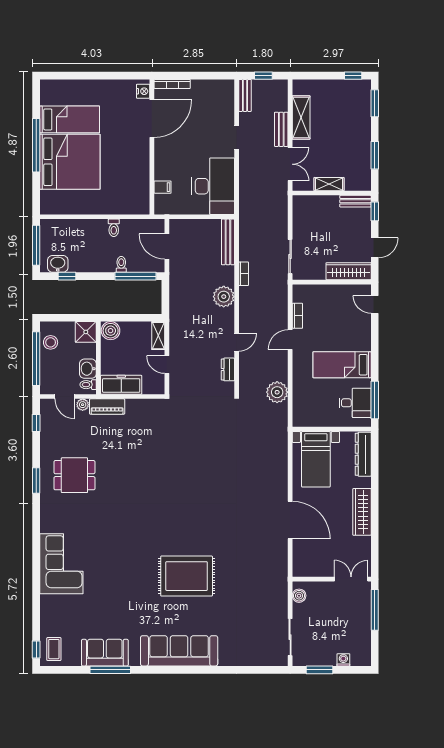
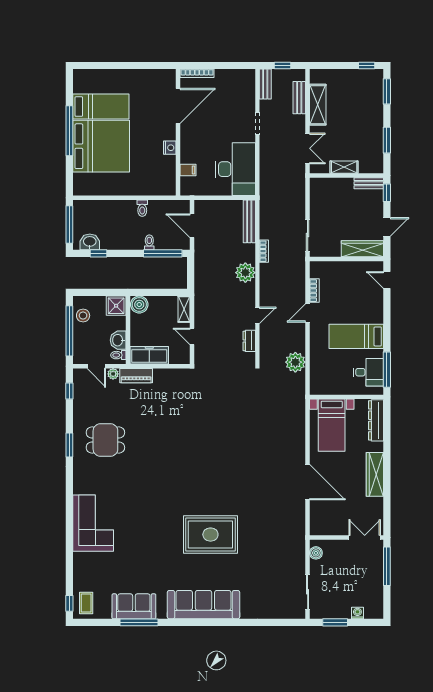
nightstand: (143, 91) -> (170, 148), moved
bench: (281, 129) -> (299, 98), moved

